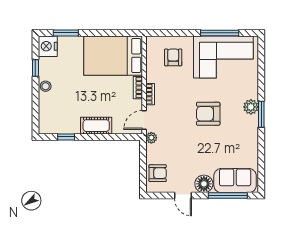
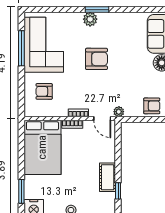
armchair: (208, 114) -> (97, 59), turned -90
cot: (96, 126) -> (108, 177), moved
armchair: (158, 173) -> (152, 106), turned 90

